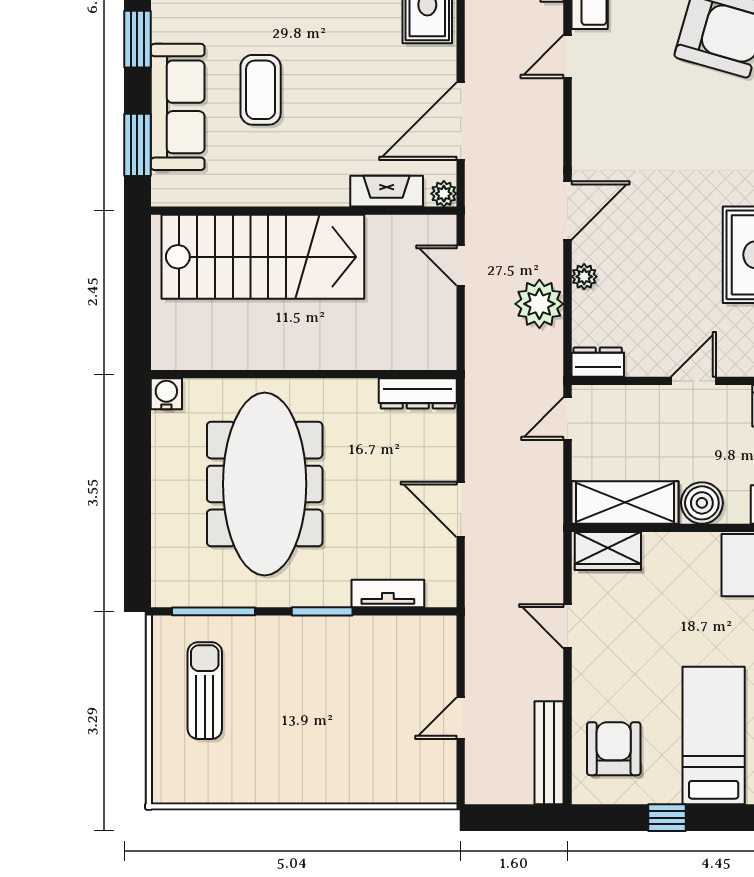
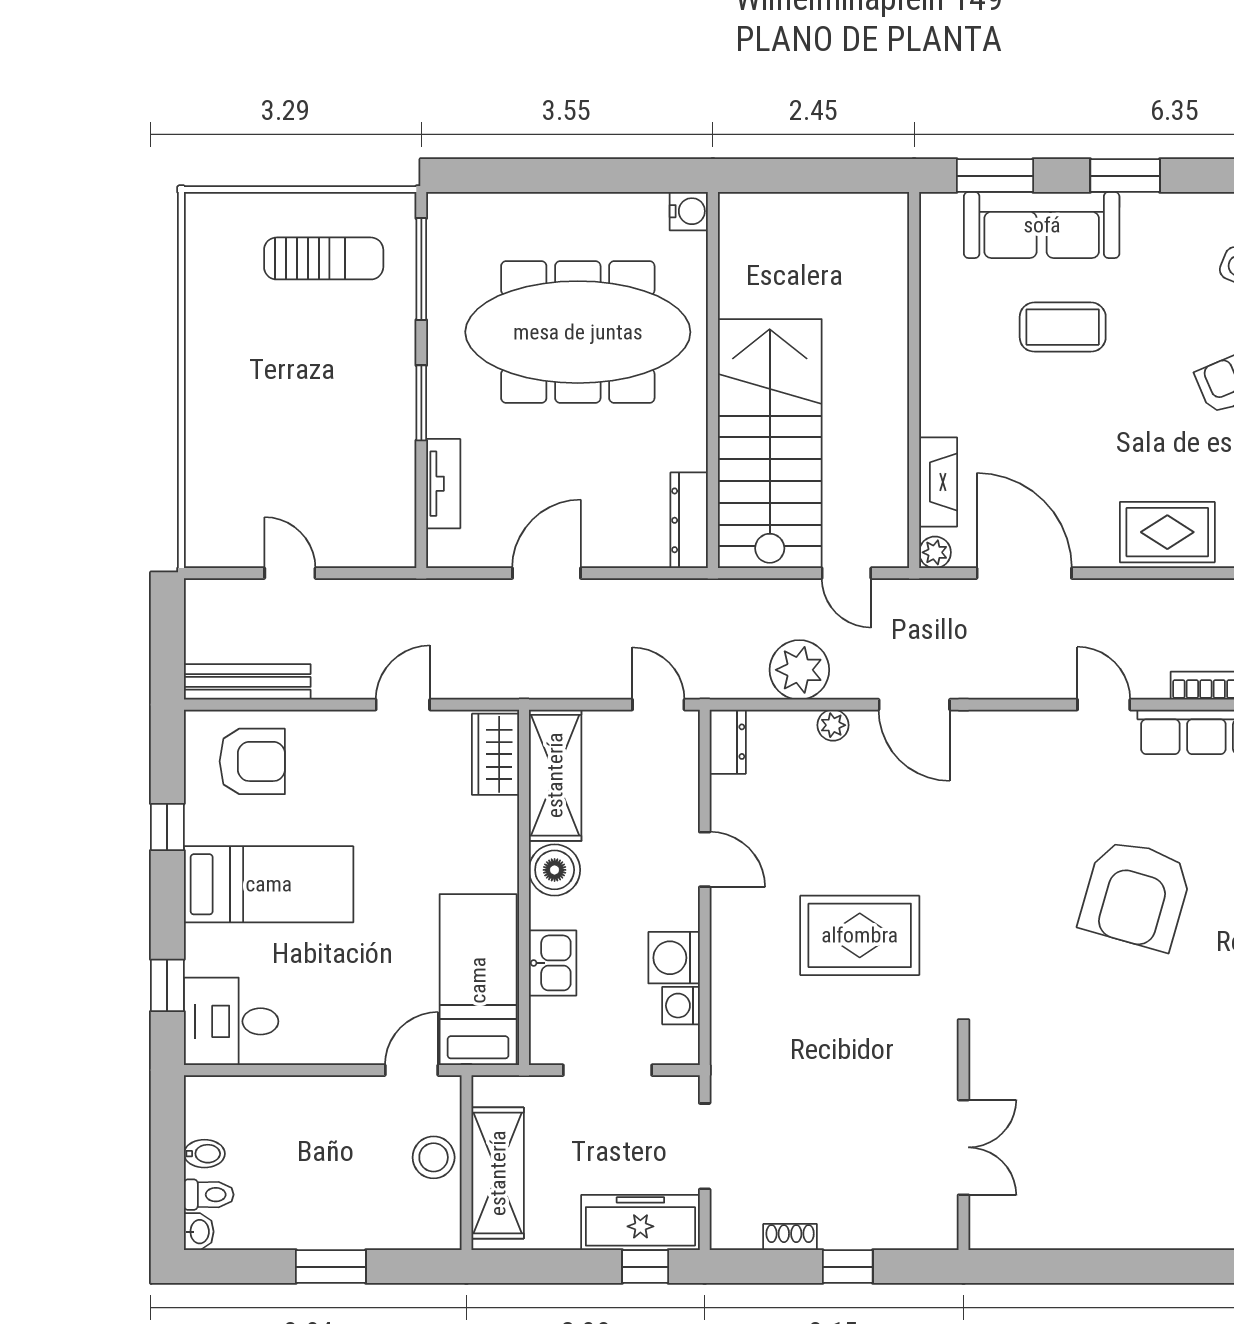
stairs: (263, 257) -> (770, 444), moved, turned 180
door: (461, 266) -> (846, 573), swing flipped

